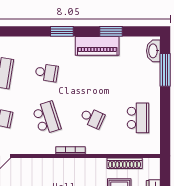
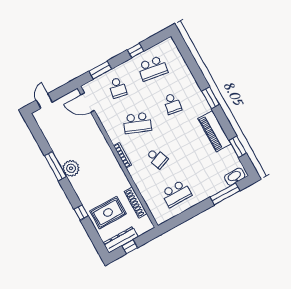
window: (111, 31) -> (238, 147), moved
school desk: (47, 118) -> (137, 123), turned 39
school desk: (92, 118) -> (157, 158), turned -45

